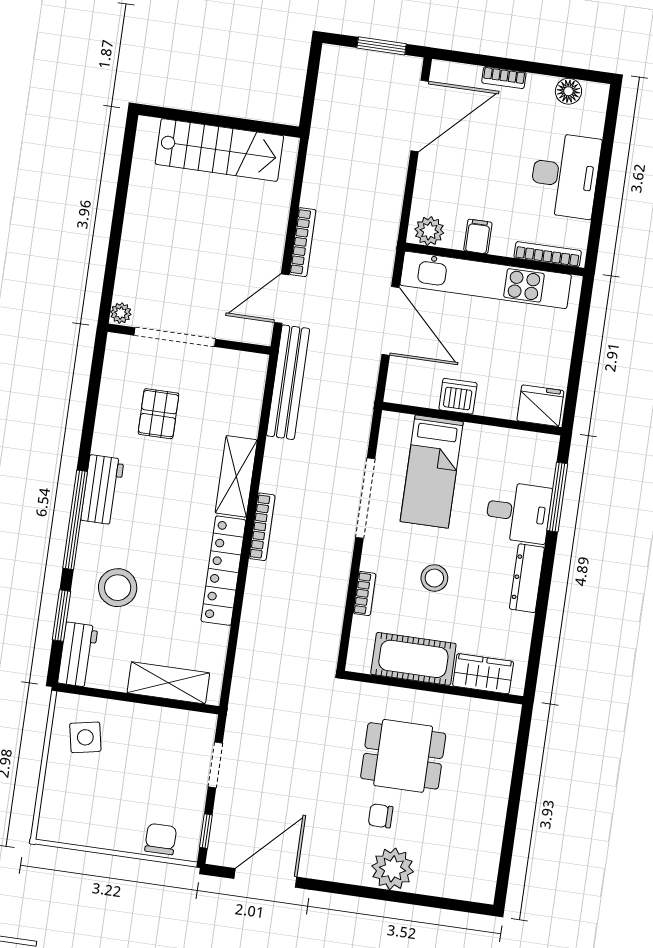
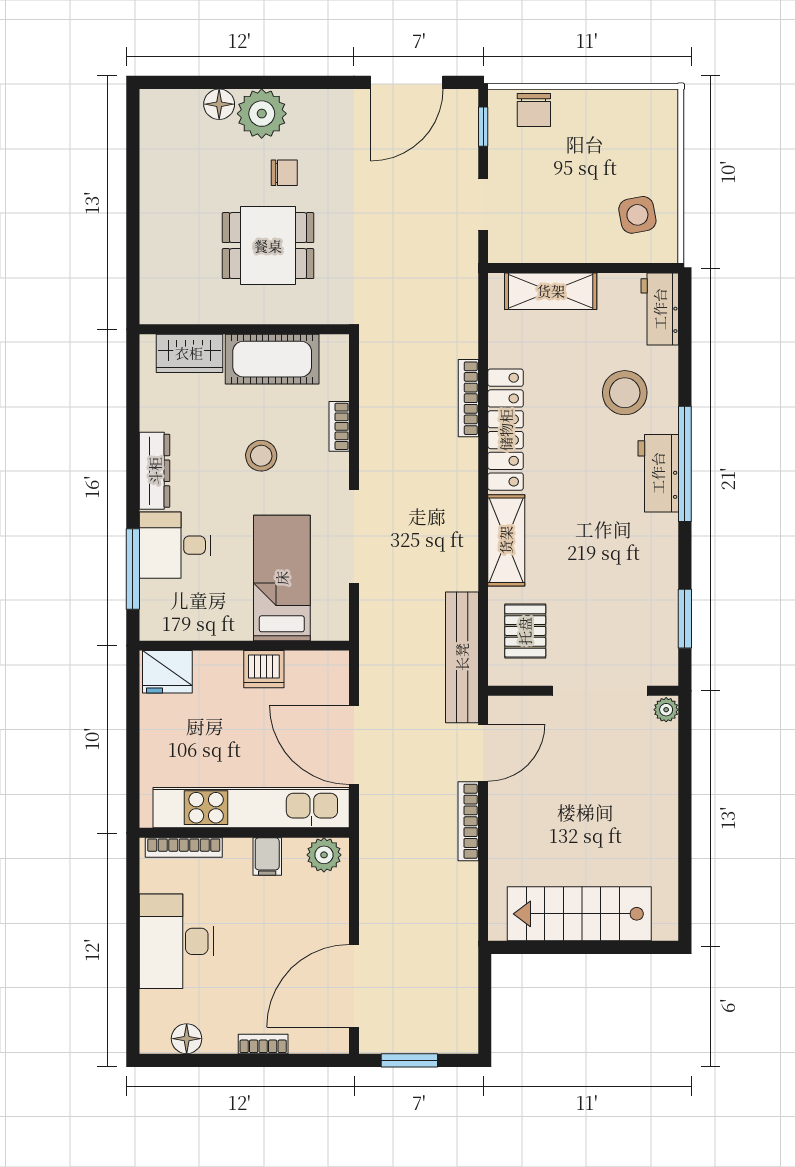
pallet: (159, 414) -> (525, 631), moved
workbench: (102, 490) -> (658, 473), moved
bookcase: (262, 527) -> (468, 398), moved
window: (61, 616) -> (685, 619), moved
floor lamp: (428, 882) -> (219, 104), added

